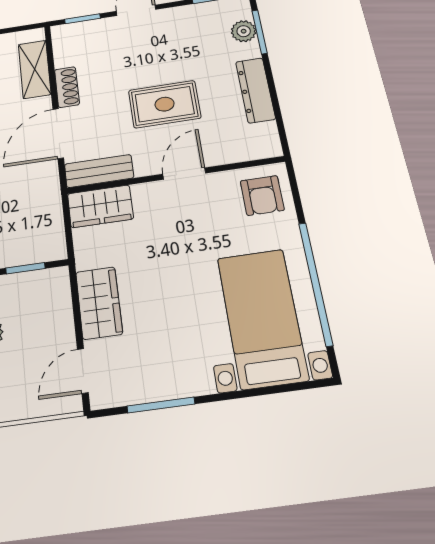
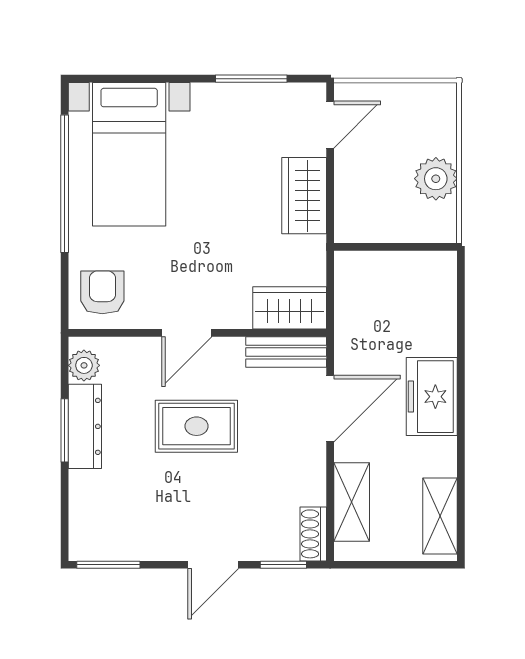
plant: (244, 31) -> (84, 365), moved
window: (260, 32) -> (65, 430), moved
shoe rack: (67, 87) -> (313, 534), moved
window: (25, 268) -> (384, 247), removed

